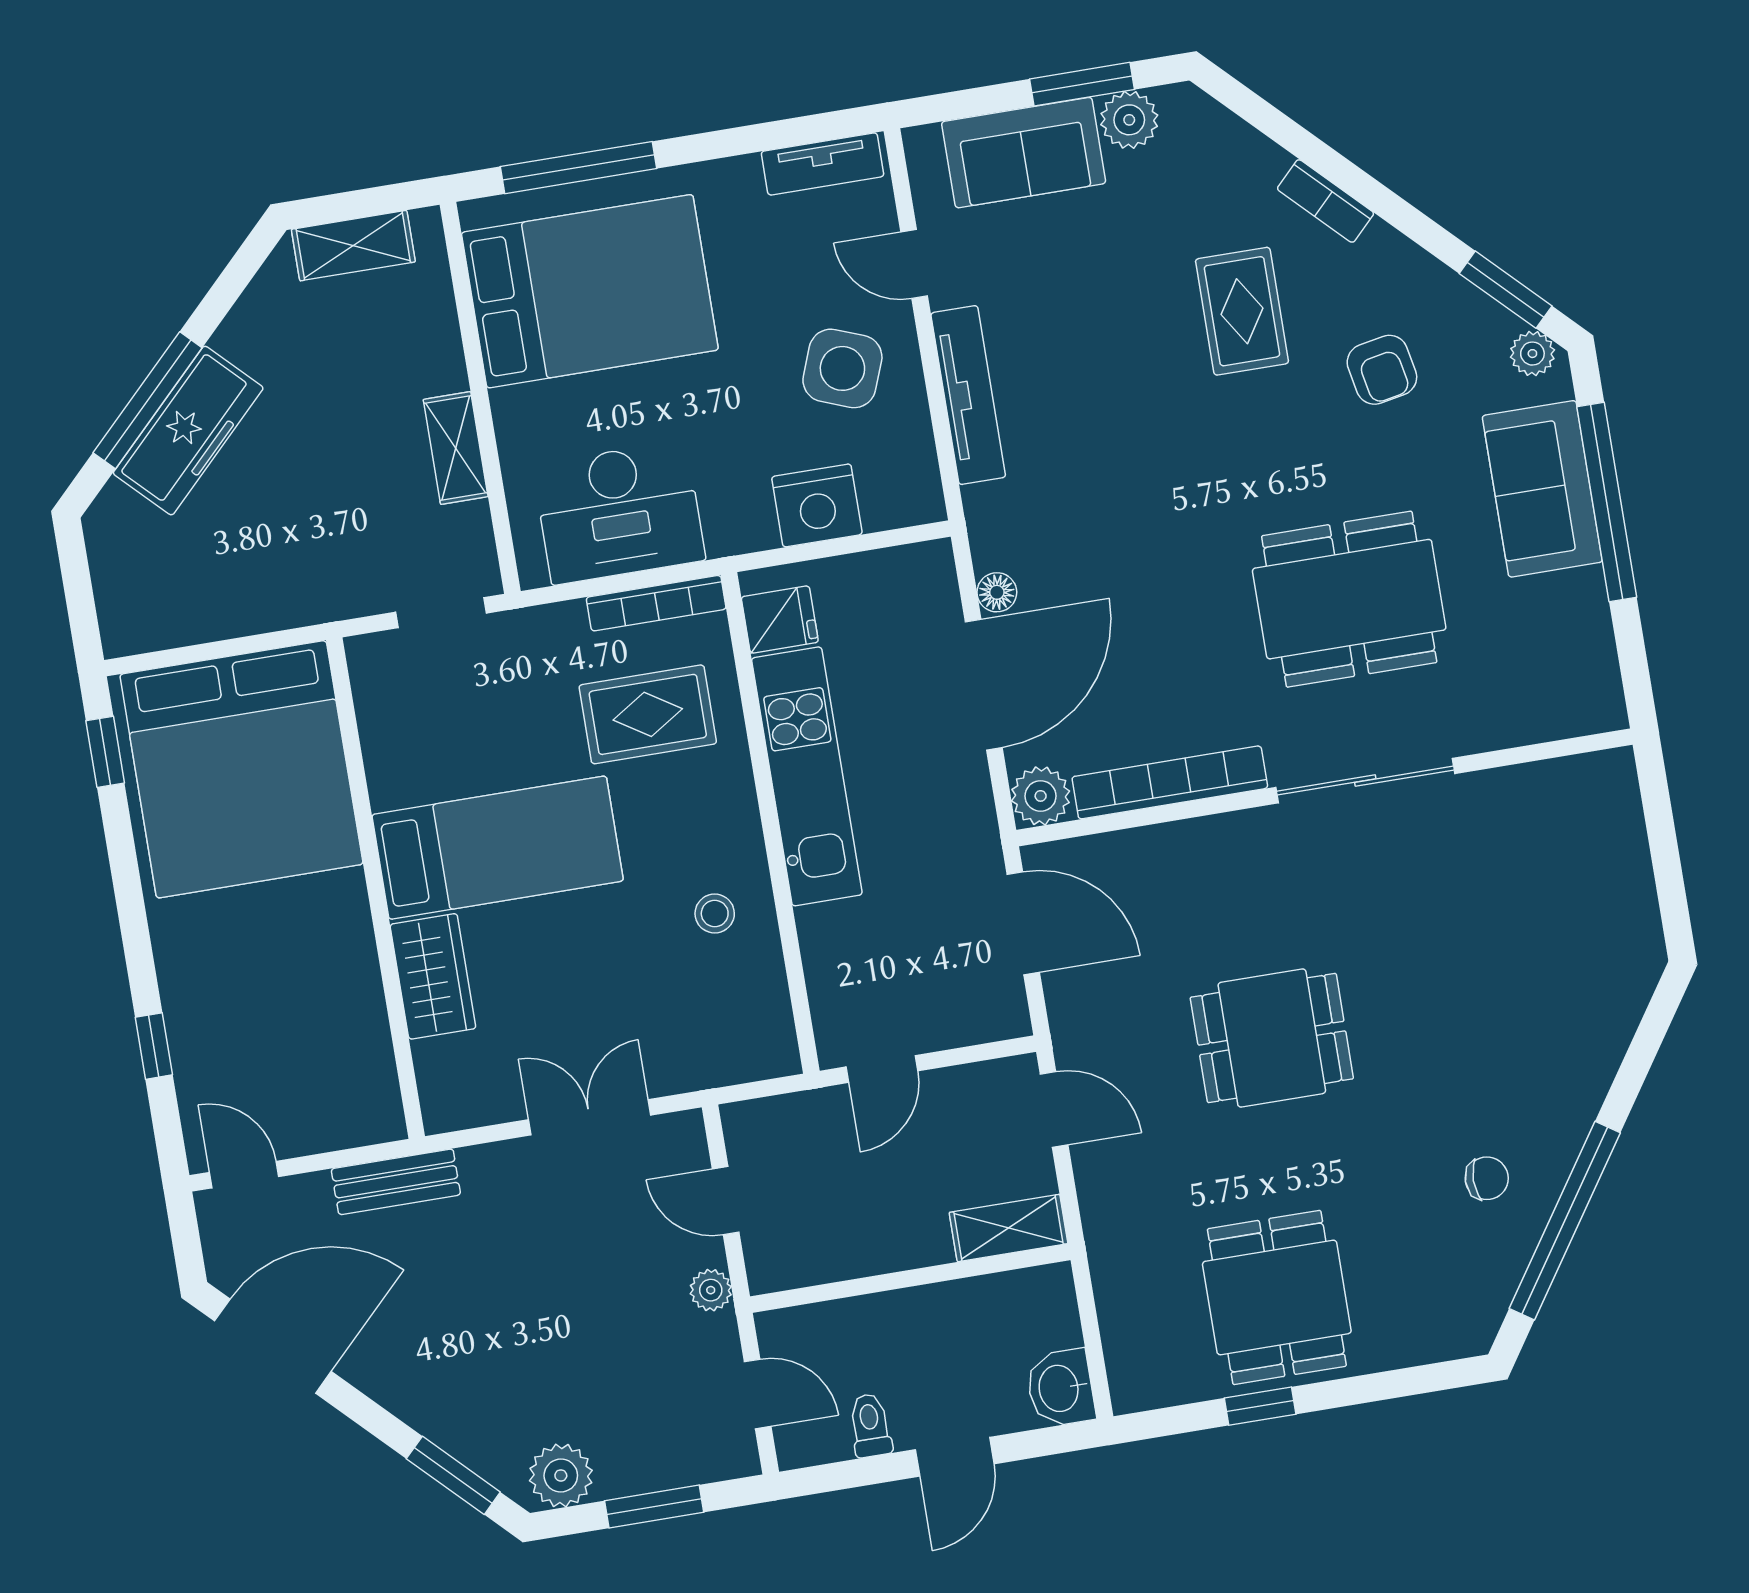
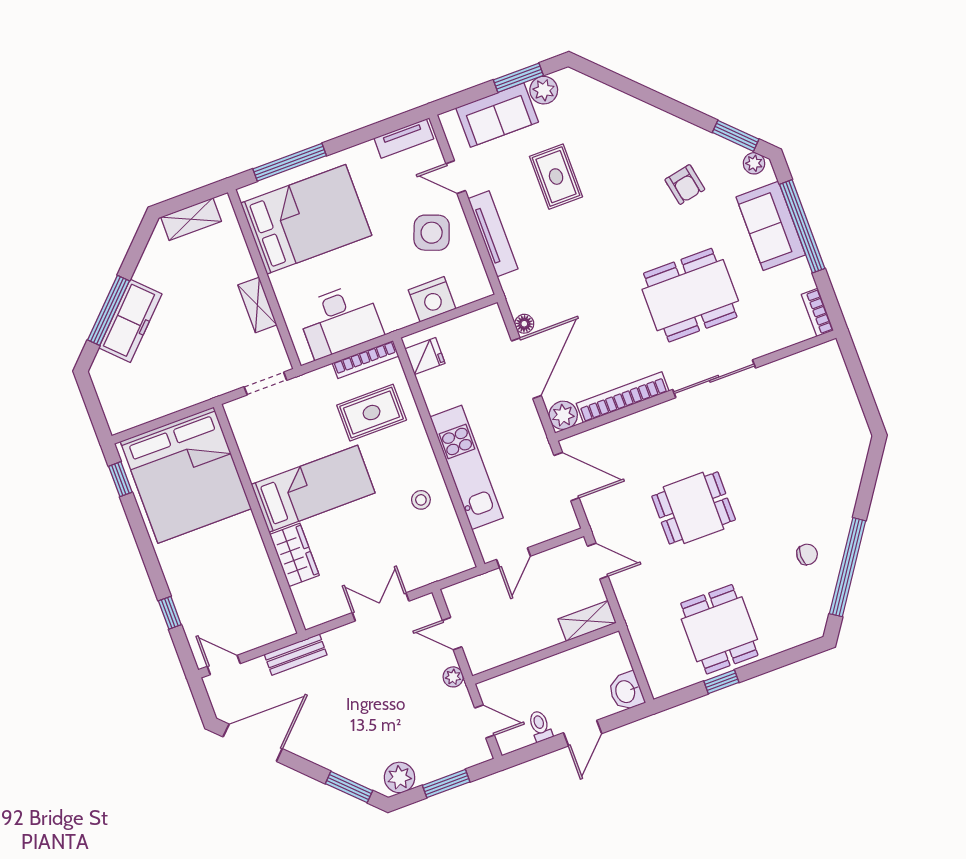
bookcase: (1326, 201) -> (817, 312), moved, turned 45
rug: (1242, 311) -> (556, 177), moved
kitchen unit: (807, 776) -> (467, 467), moved

